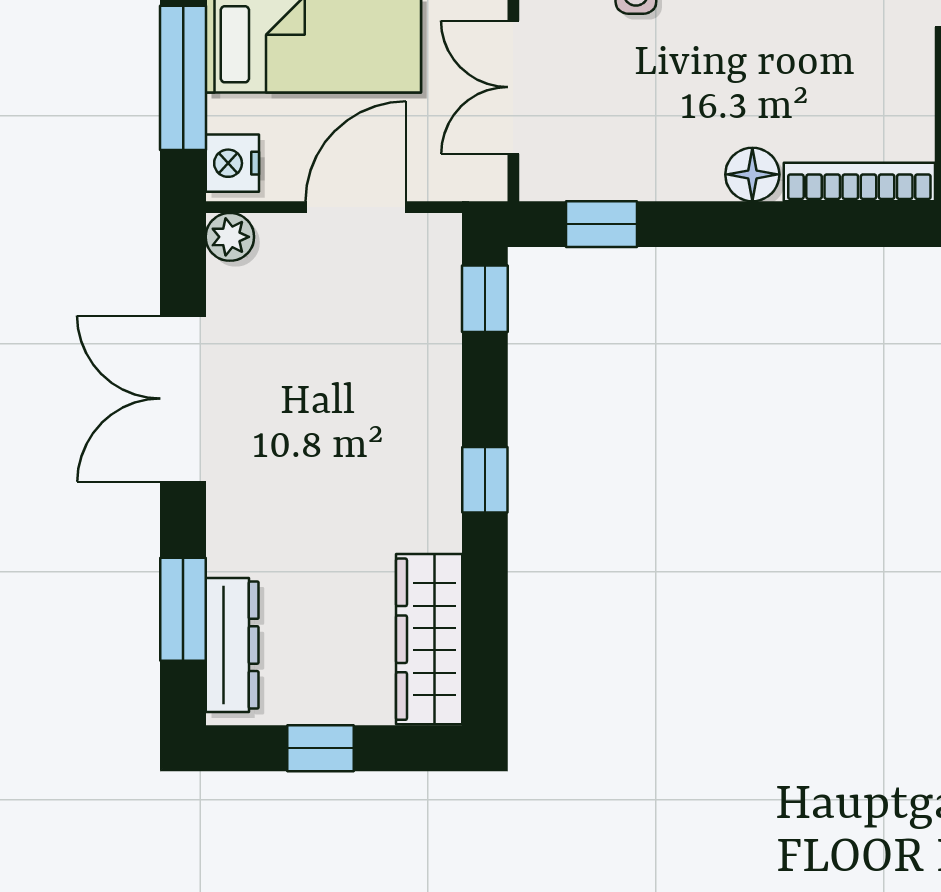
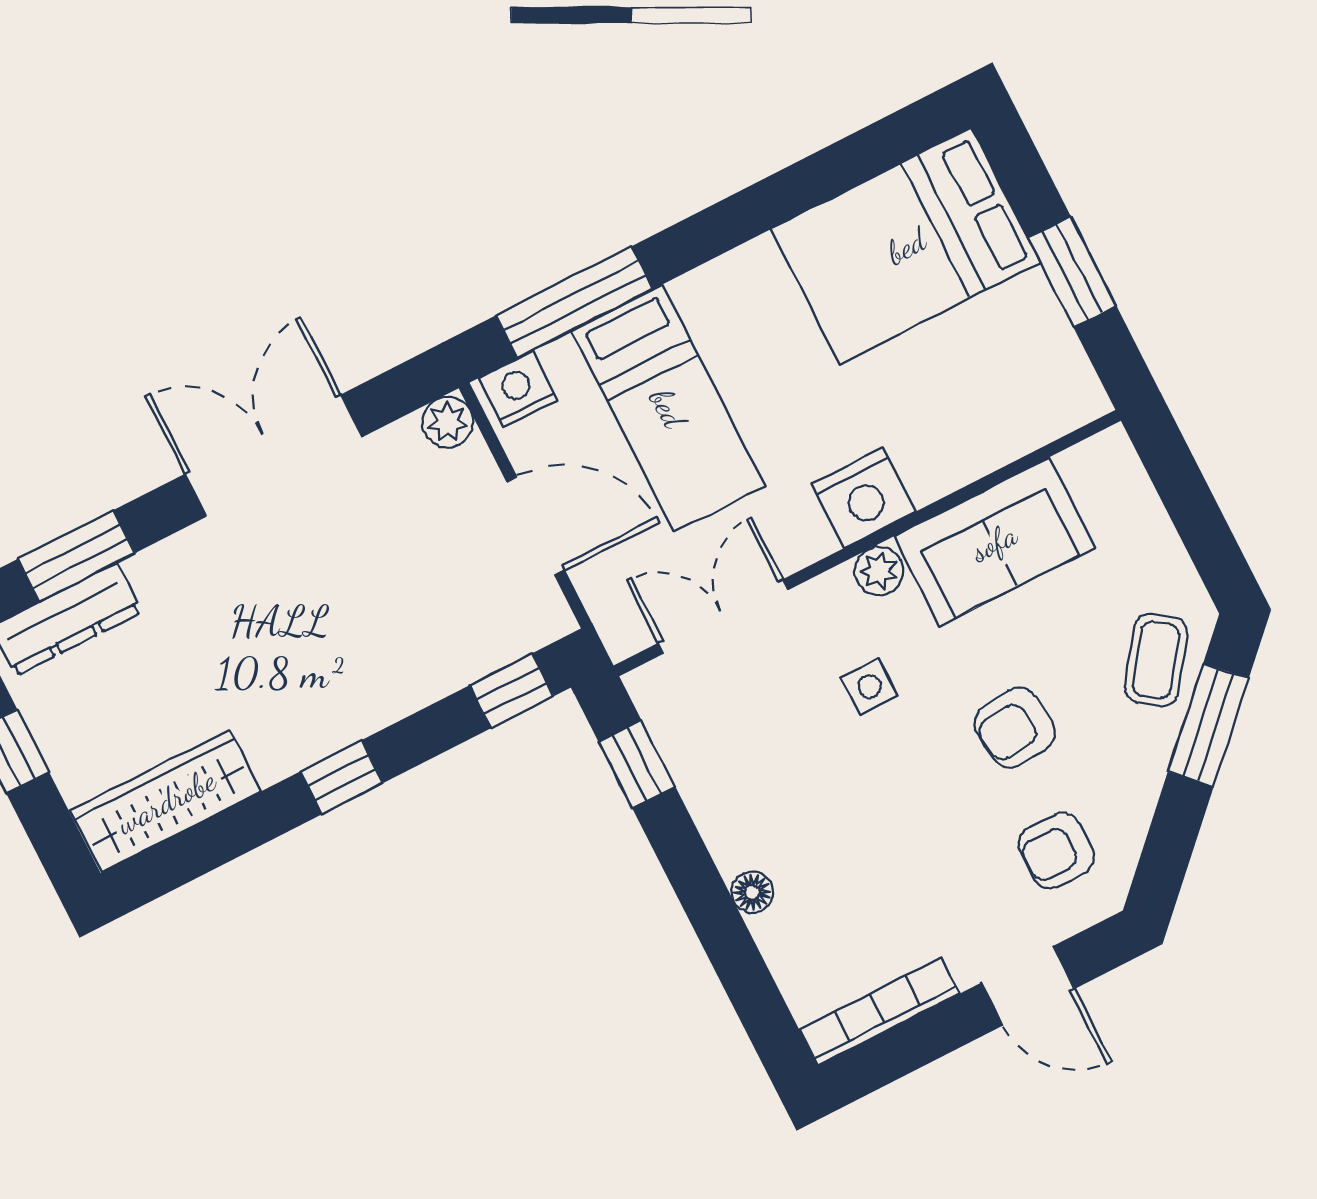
floor lamp: (752, 174) -> (752, 892), width x0.73, depth x0.73
bookcase: (859, 182) -> (879, 1012), moved, turned -90

